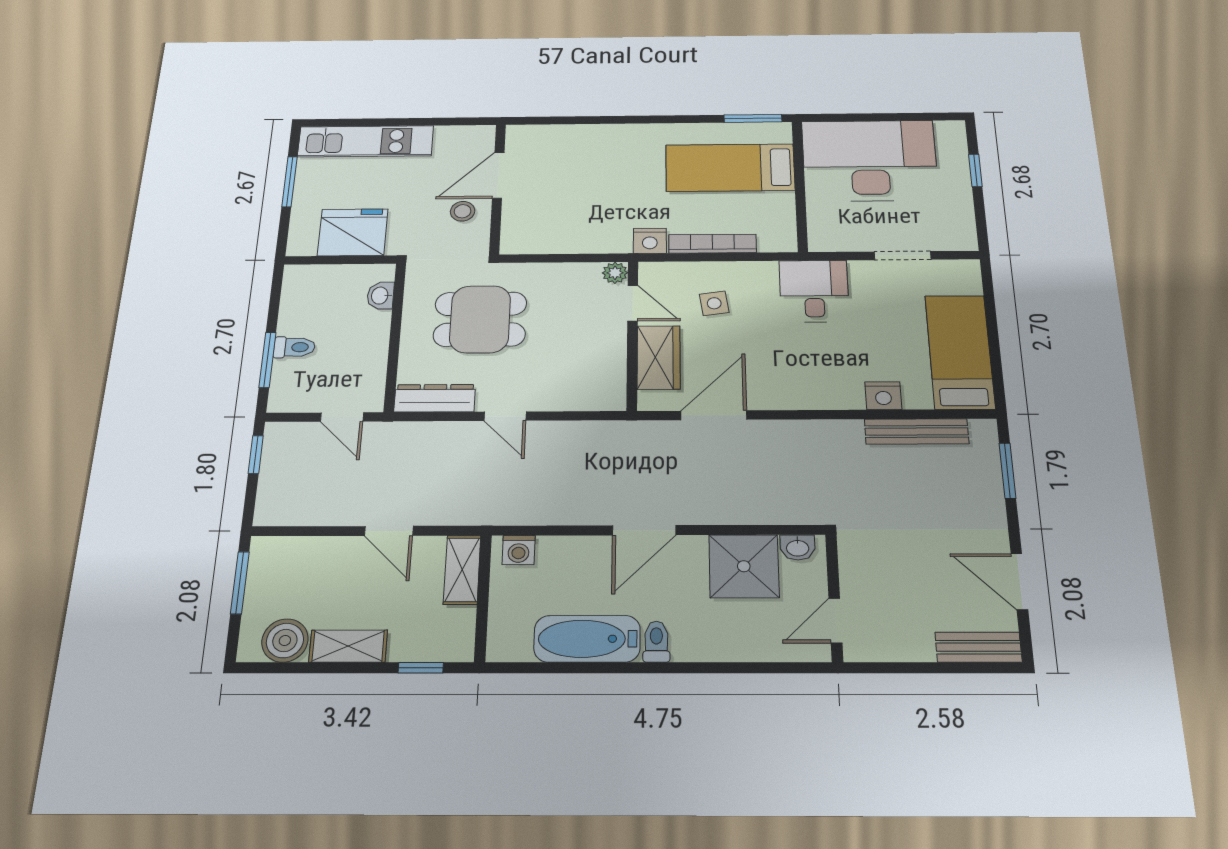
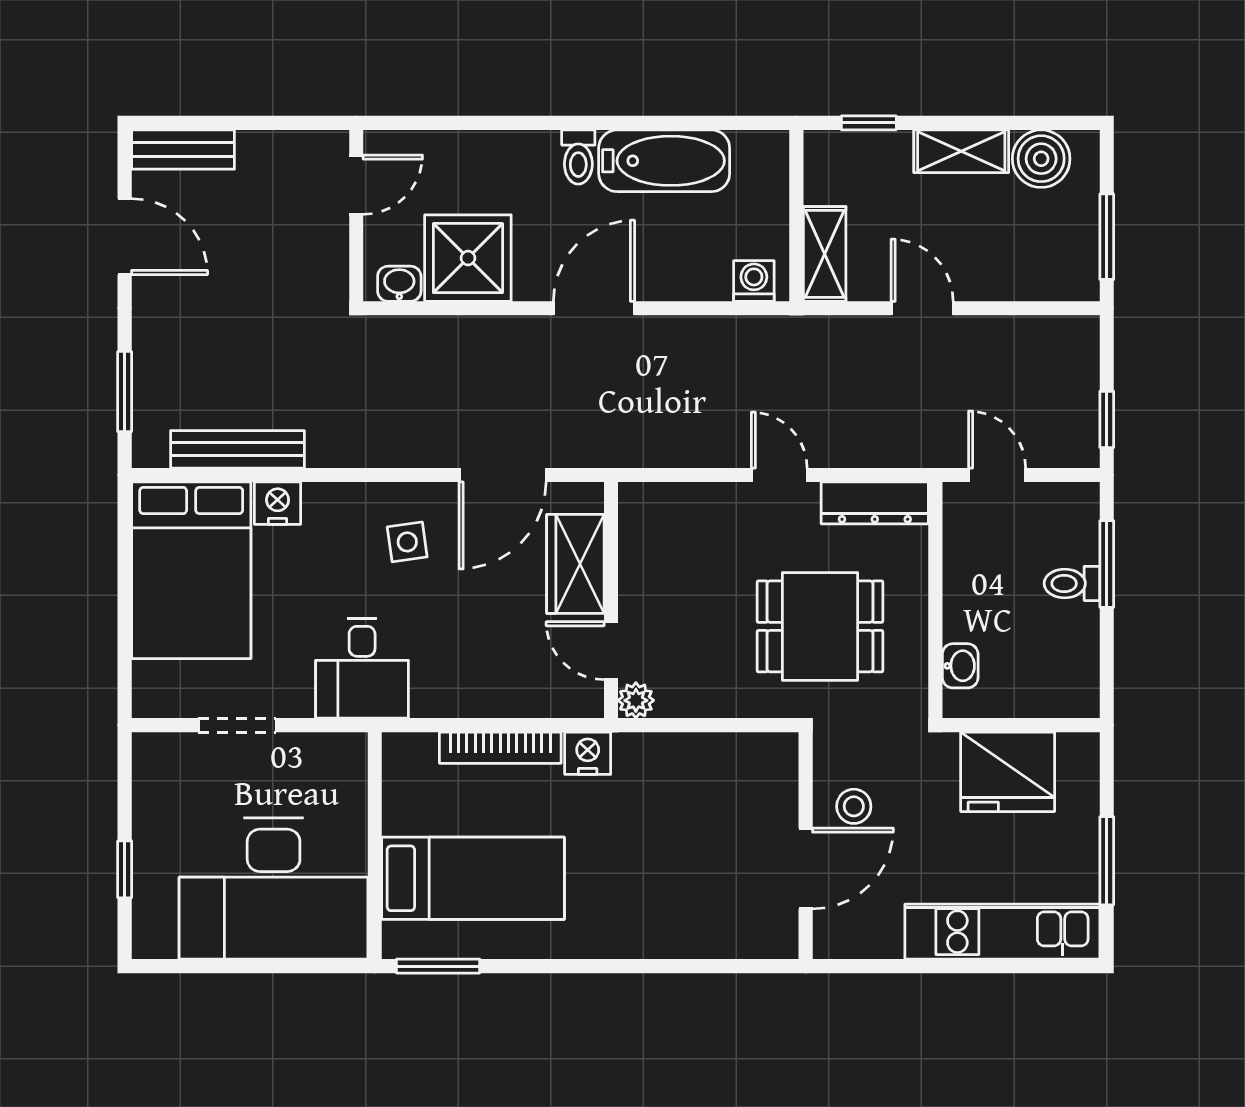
side table: (714, 303) -> (407, 542), moved
bed: (960, 352) -> (191, 570), width x1.50

